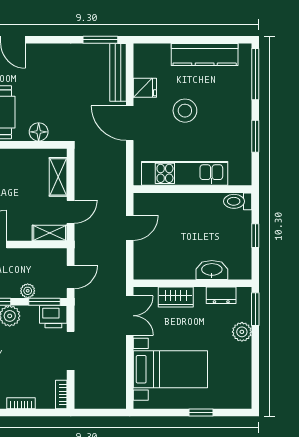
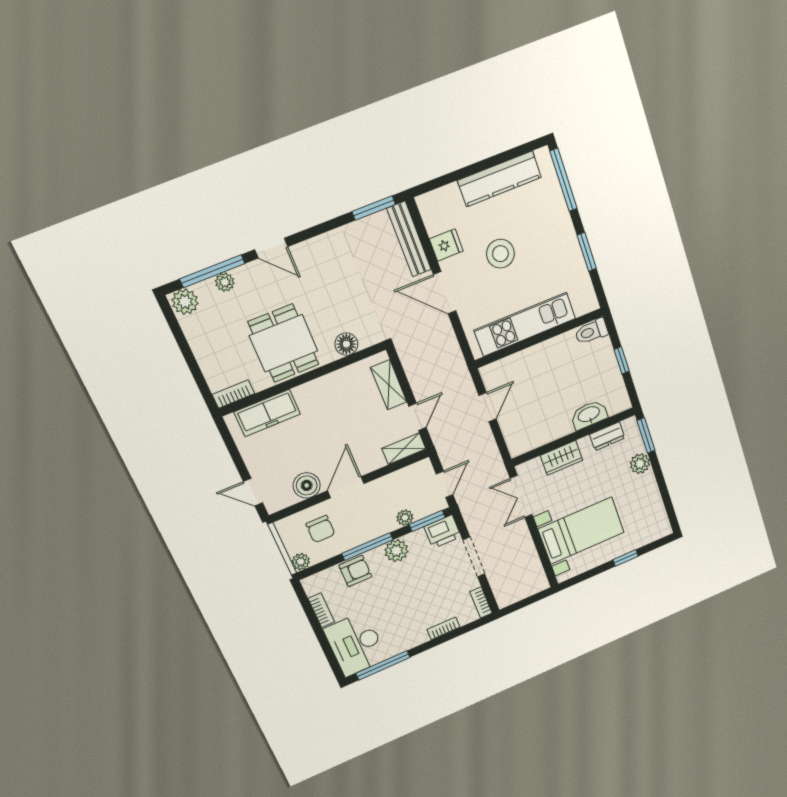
double door: (130, 316) -> (521, 497), swing flipped

